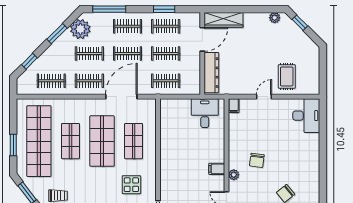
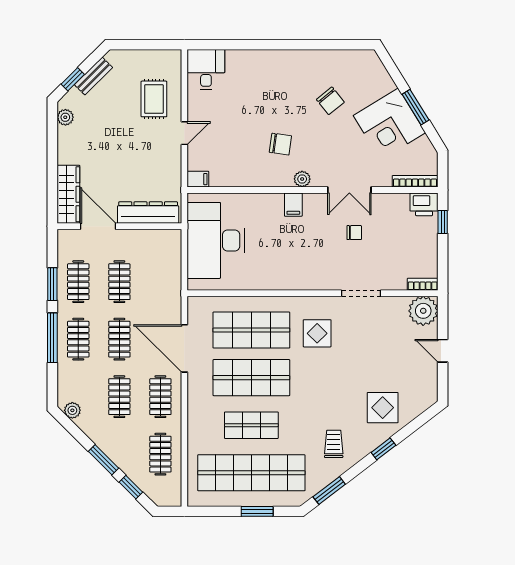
window: (109, 9) -> (52, 338), moved
plant: (80, 29) -> (72, 410), width x0.53, depth x0.53
window: (57, 34) -> (104, 460), moved
bench: (302, 36) -> (93, 76), added
rug: (287, 76) -> (154, 99), turned 90
clothes rail: (166, 81) -> (160, 282), removed
door: (264, 97) -> (184, 133), swing flipped
desk: (205, 113) -> (216, 240), width x1.87, depth x1.30
desk: (306, 116) -> (206, 70), width x0.73
shop shelf: (134, 141) -> (251, 330), width x1.43, depth x1.36

